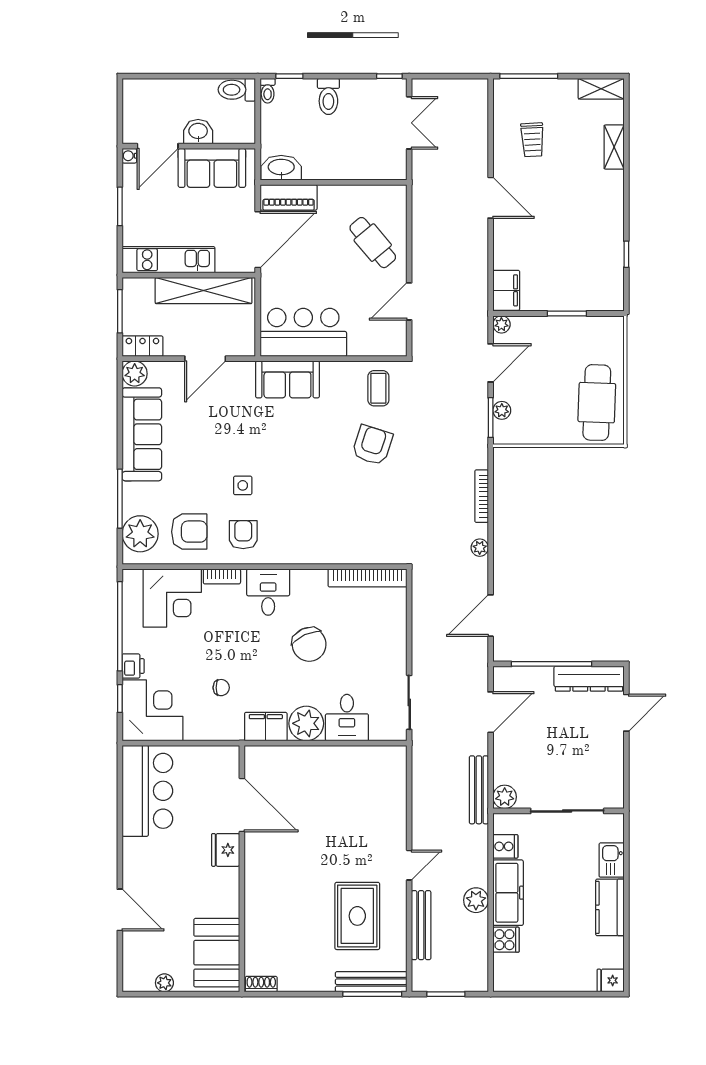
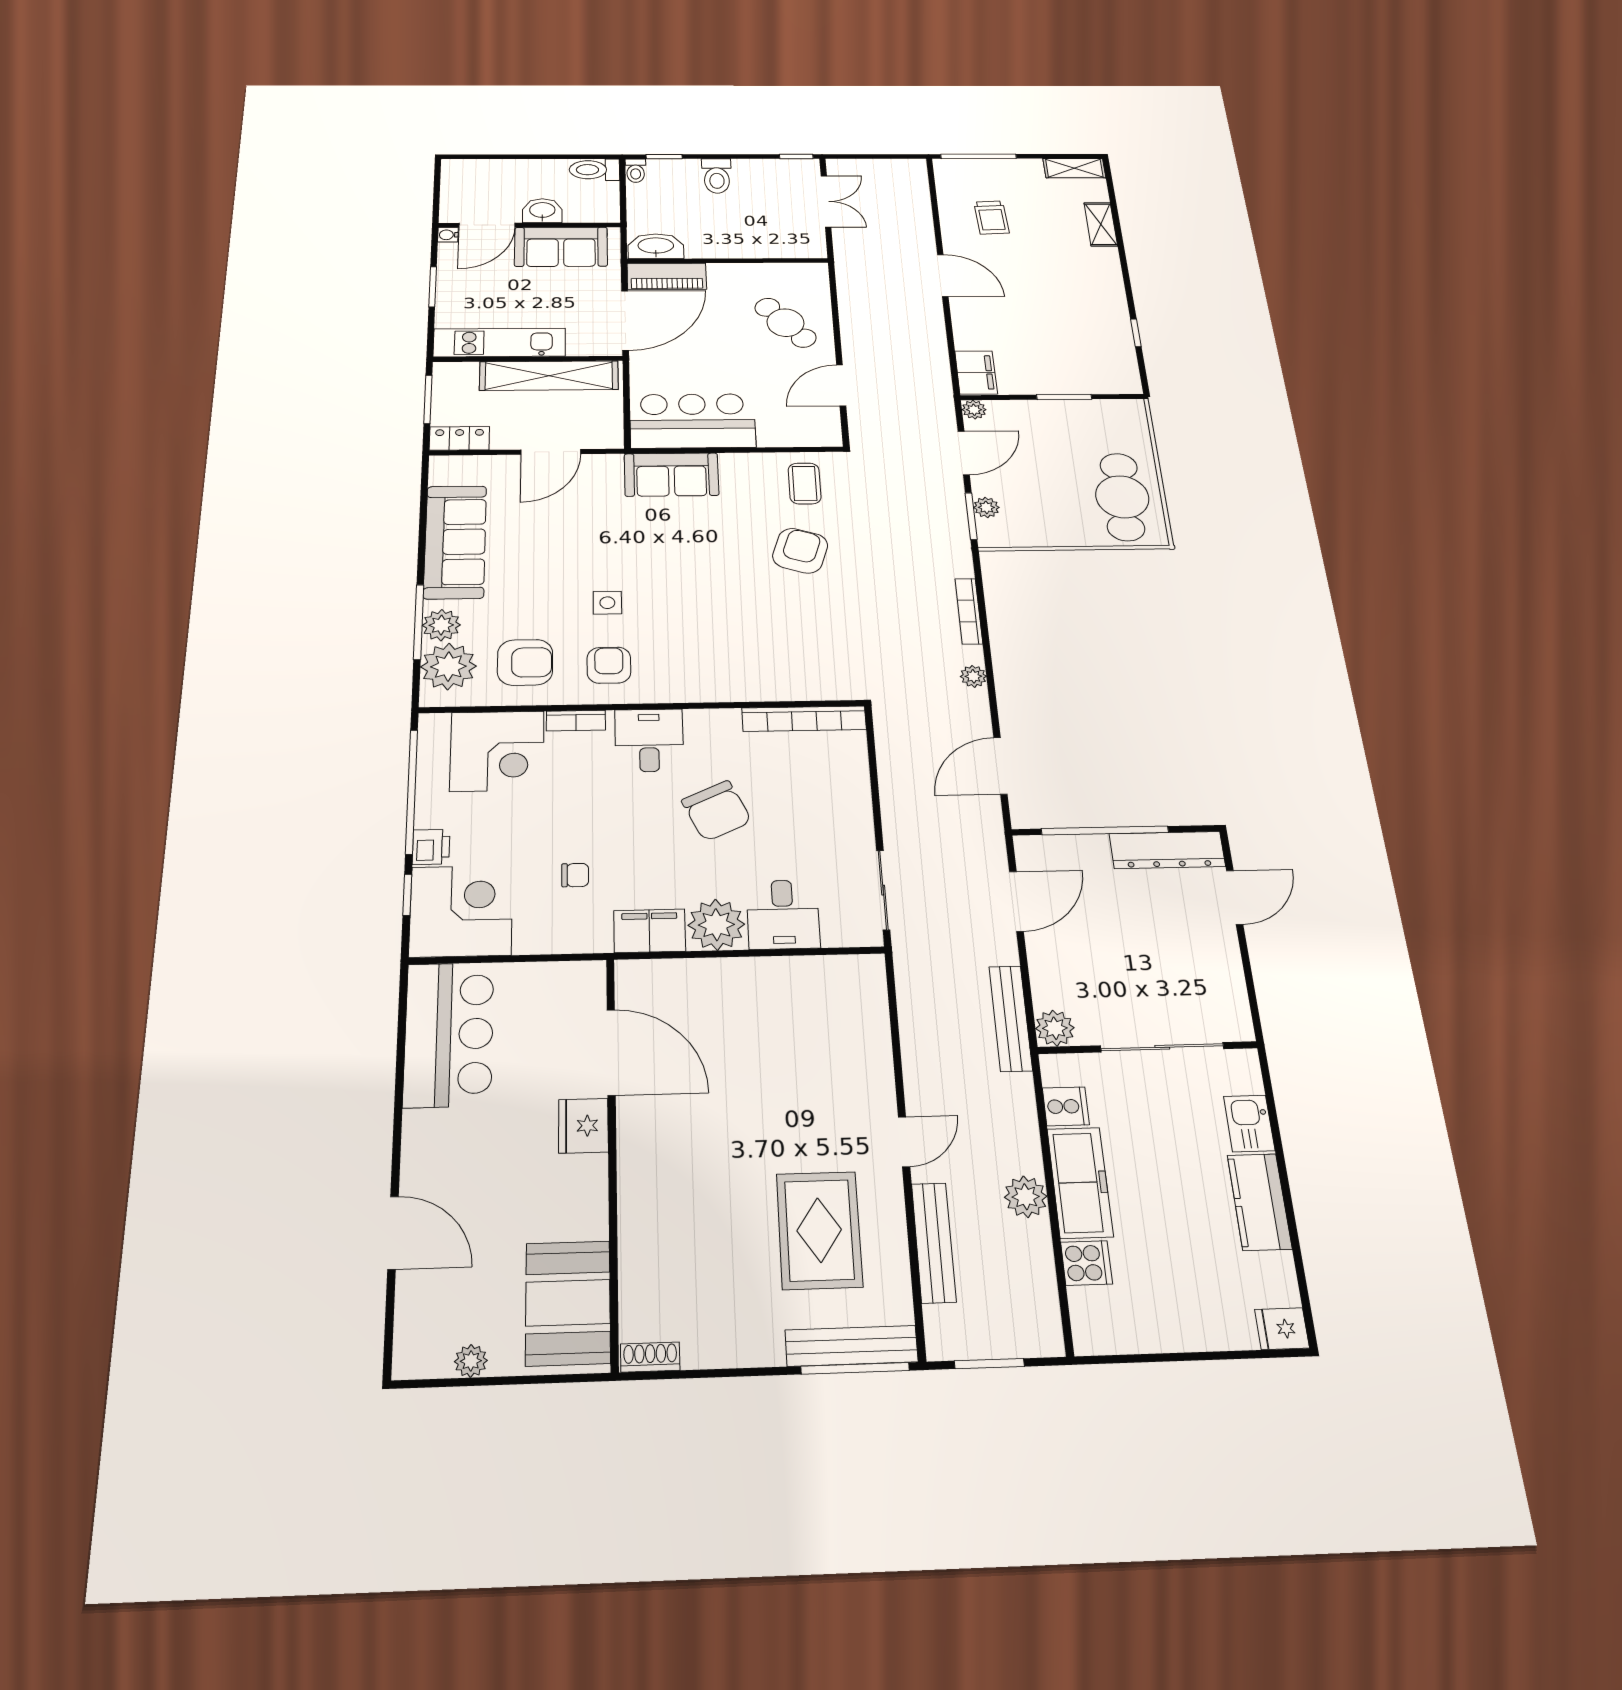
plant: (135, 374) -> (441, 625), moved

